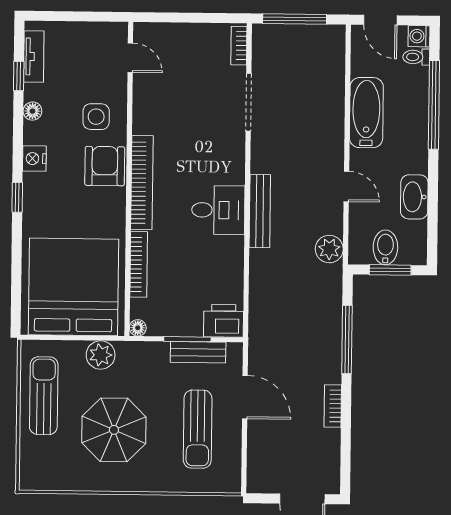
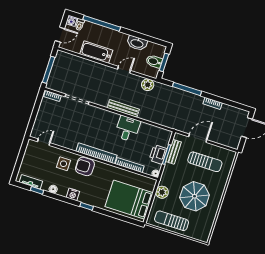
desk: (218, 210) -> (128, 129), moved
bed: (73, 287) -> (129, 200), width x0.73
printer: (224, 321) -> (158, 154), moved

